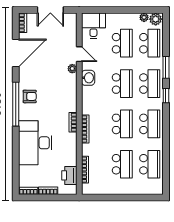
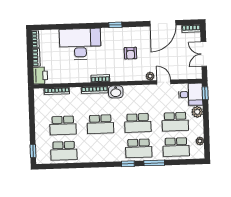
window: (93, 10) -> (205, 93), added
plant: (156, 19) -> (197, 112), moved
door: (16, 53) -> (163, 23), hinge flipped
door: (79, 54) -> (164, 82), swing flipped
washbasin: (88, 78) -> (116, 92), moved
armchair: (30, 96) -> (130, 53), moved
window: (16, 104) -> (115, 25), width x0.32
school desk: (150, 124) -> (101, 150), removed
printer: (69, 175) -> (40, 76), moved, turned 90
window: (149, 197) -> (33, 151), added

